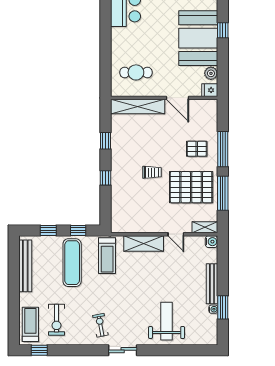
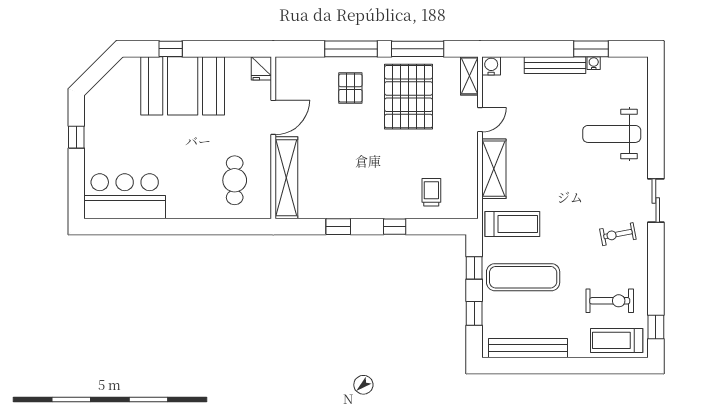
plant: (211, 73) -> (236, 67), removed
trolley: (152, 172) -> (431, 192), moved

